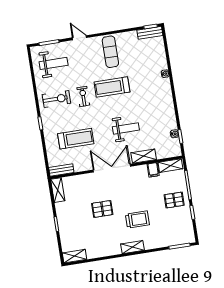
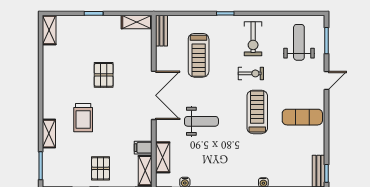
weight bench: (54, 63) -> (299, 42), turned 180
weight bench: (126, 128) -> (201, 121), turned -90
shelving: (144, 156) -> (163, 157), moved
shelving: (133, 247) -> (49, 134), moved

